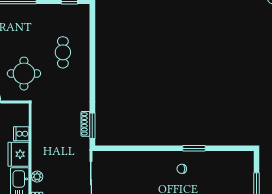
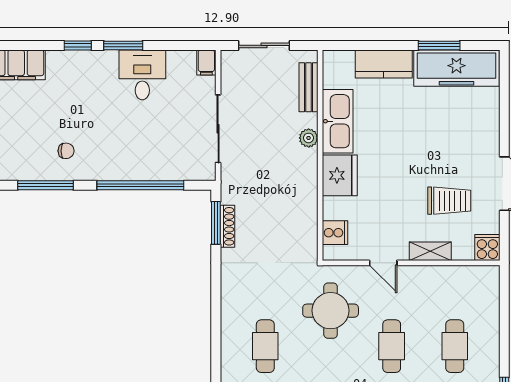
cooker: (21, 134) -> (335, 233), moved
window: (137, 148) -> (140, 185), added
window: (194, 148) -> (46, 185), width x1.44

